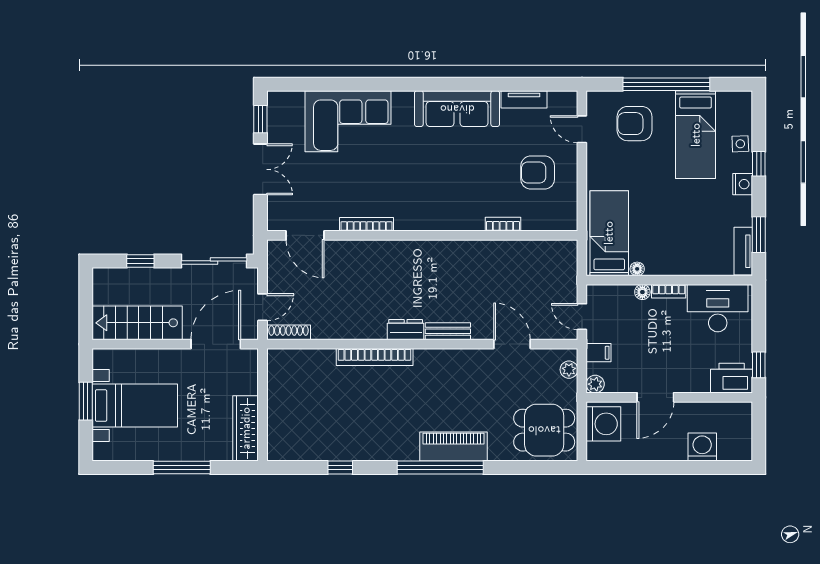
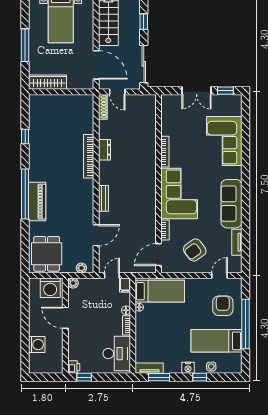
armchair: (538, 173) -> (195, 250), turned -127
corner sofa: (439, 200) -> (179, 194), added
door: (305, 235) -> (159, 255), moved
dresser: (406, 330) -> (104, 150), moved
filing cabinet: (599, 353) -> (125, 285), moved
printer: (732, 378) -> (74, 367), width x0.53, depth x0.68

